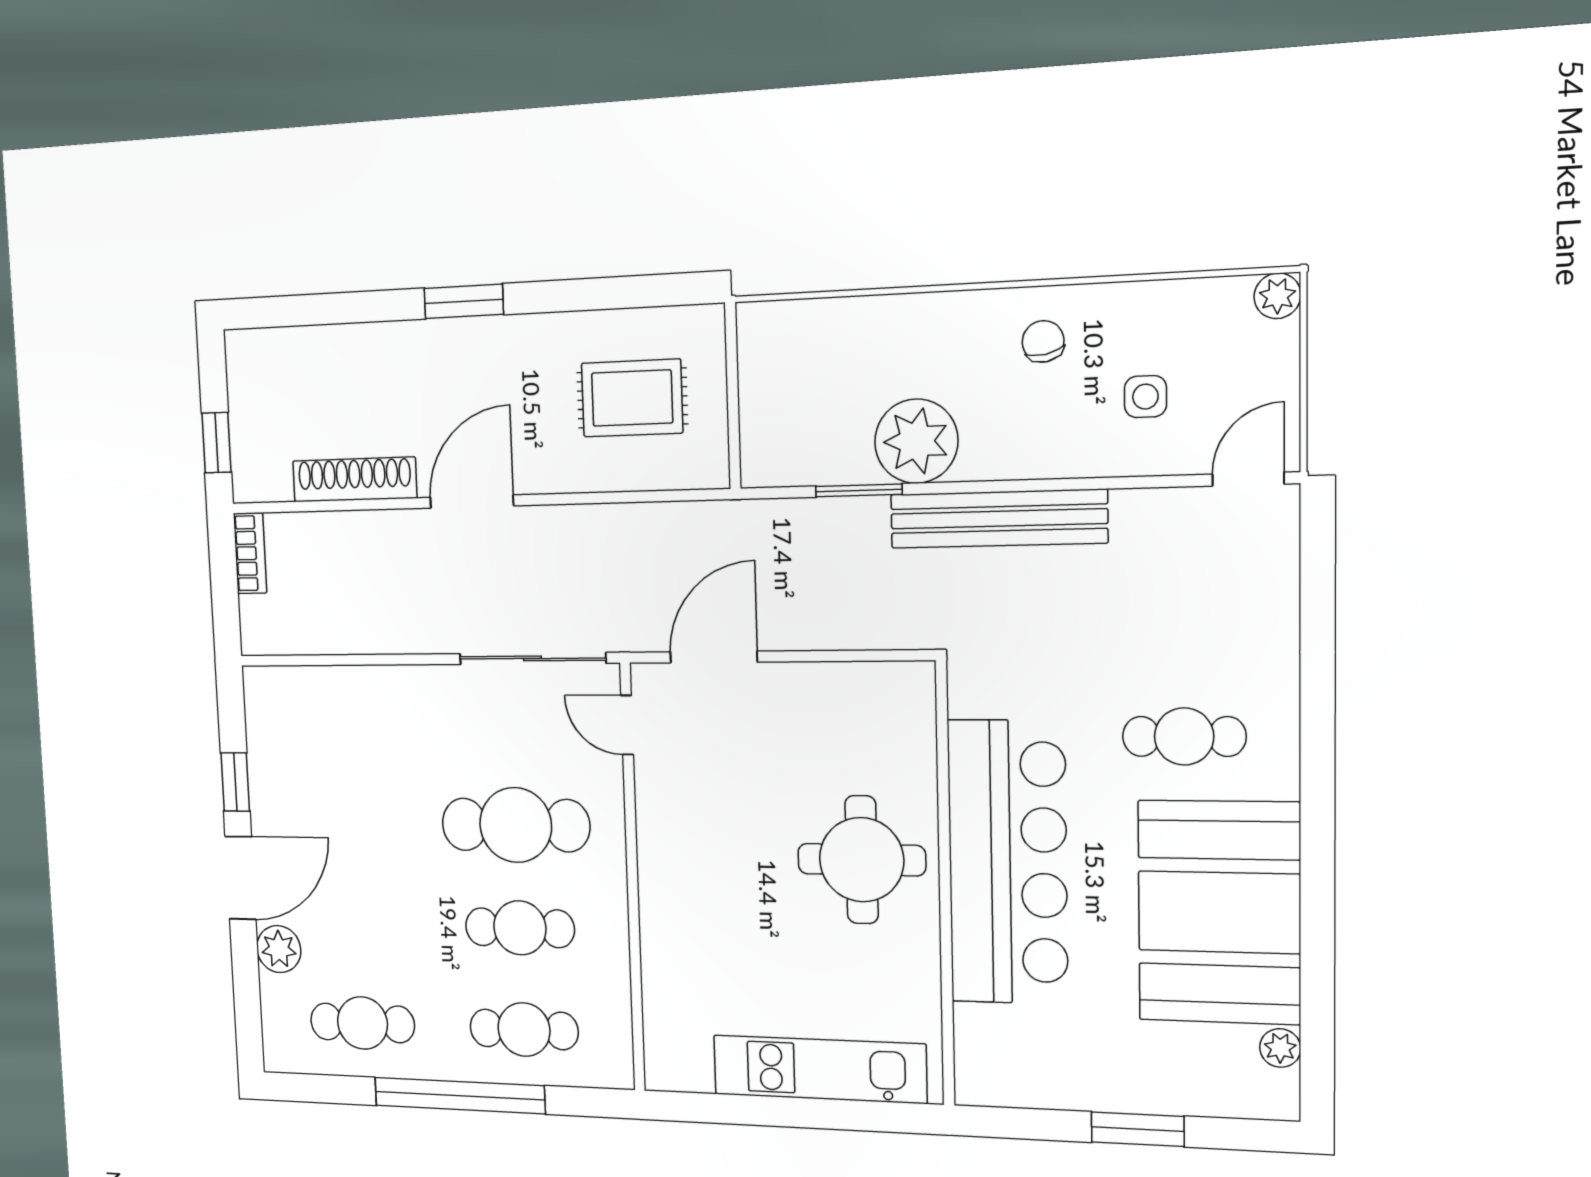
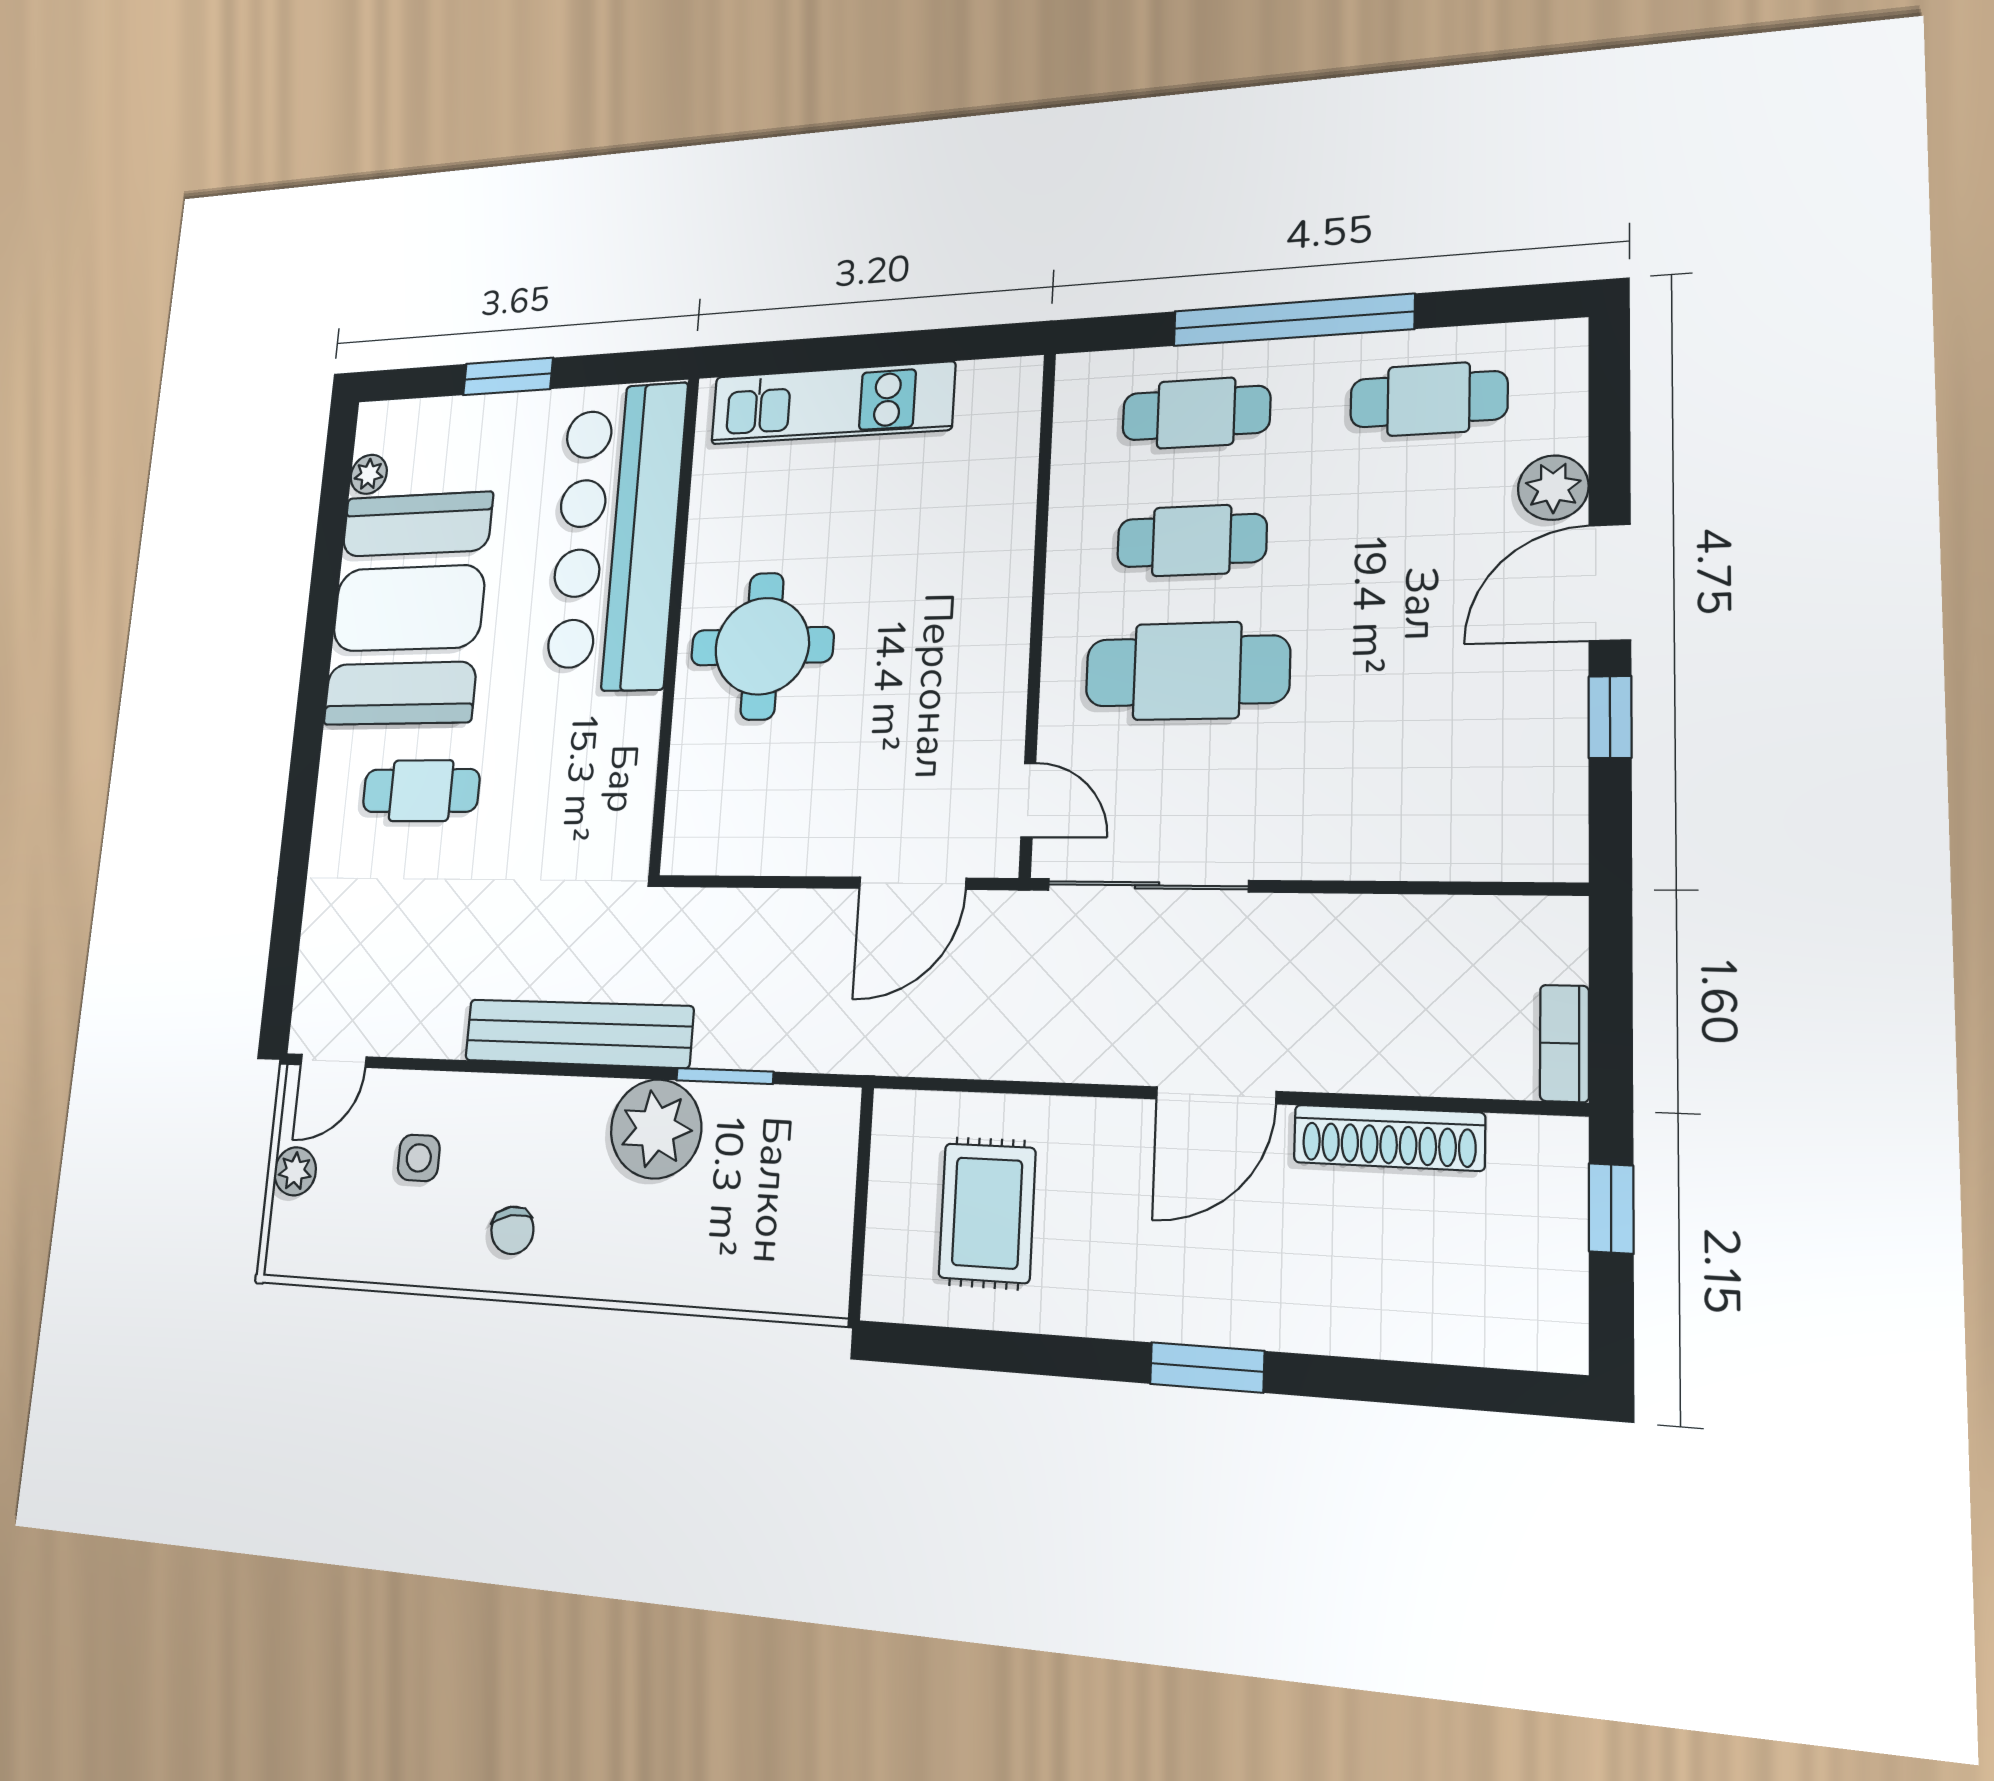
plant: (1277, 296) -> (295, 1171), moved
rug: (632, 398) -> (987, 1213), turned 90
bar counter: (1008, 862) -> (616, 537), moved

